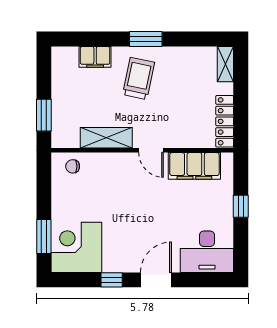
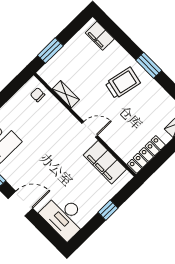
filing cabinet: (95, 57) -> (100, 36), moved
shelving: (106, 138) -> (66, 94), width x0.67, depth x0.75
door: (151, 150) -> (90, 129), swing flipped

